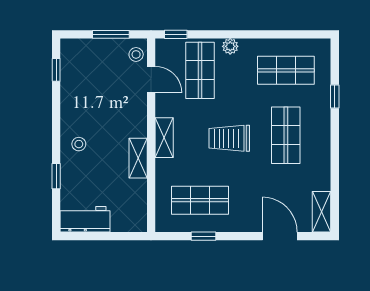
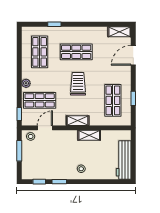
trolley: (229, 138) -> (78, 84), turned 180
window: (56, 176) -> (59, 182), moved
workbench: (85, 219) -> (124, 160), width x1.38

